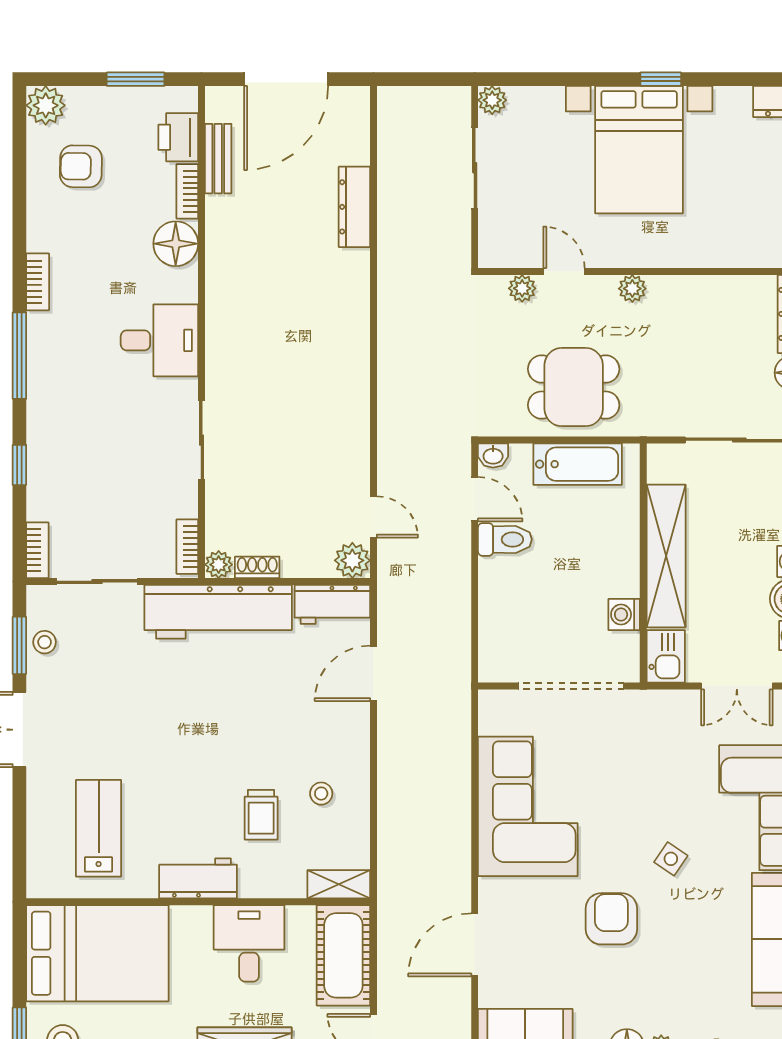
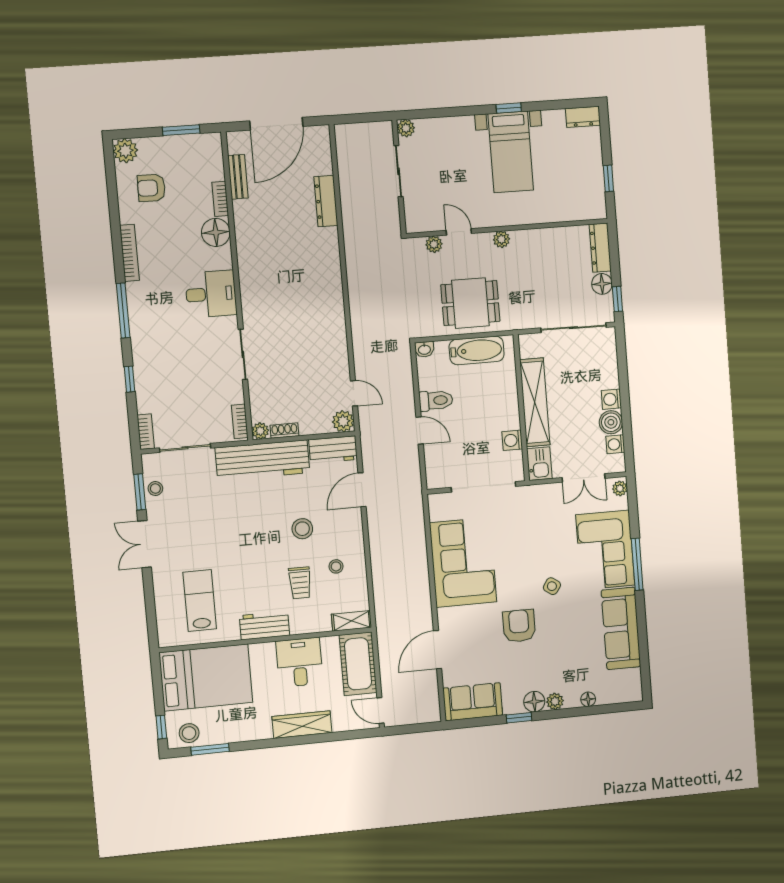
printer: (178, 137) -> (211, 165), removed
bed with nightstands: (639, 150) -> (511, 152), width x0.73
bookcase: (38, 282) -> (130, 253), width x1.56
door: (475, 499) -> (420, 430), moved
stool: (272, 728) -> (302, 529), added

